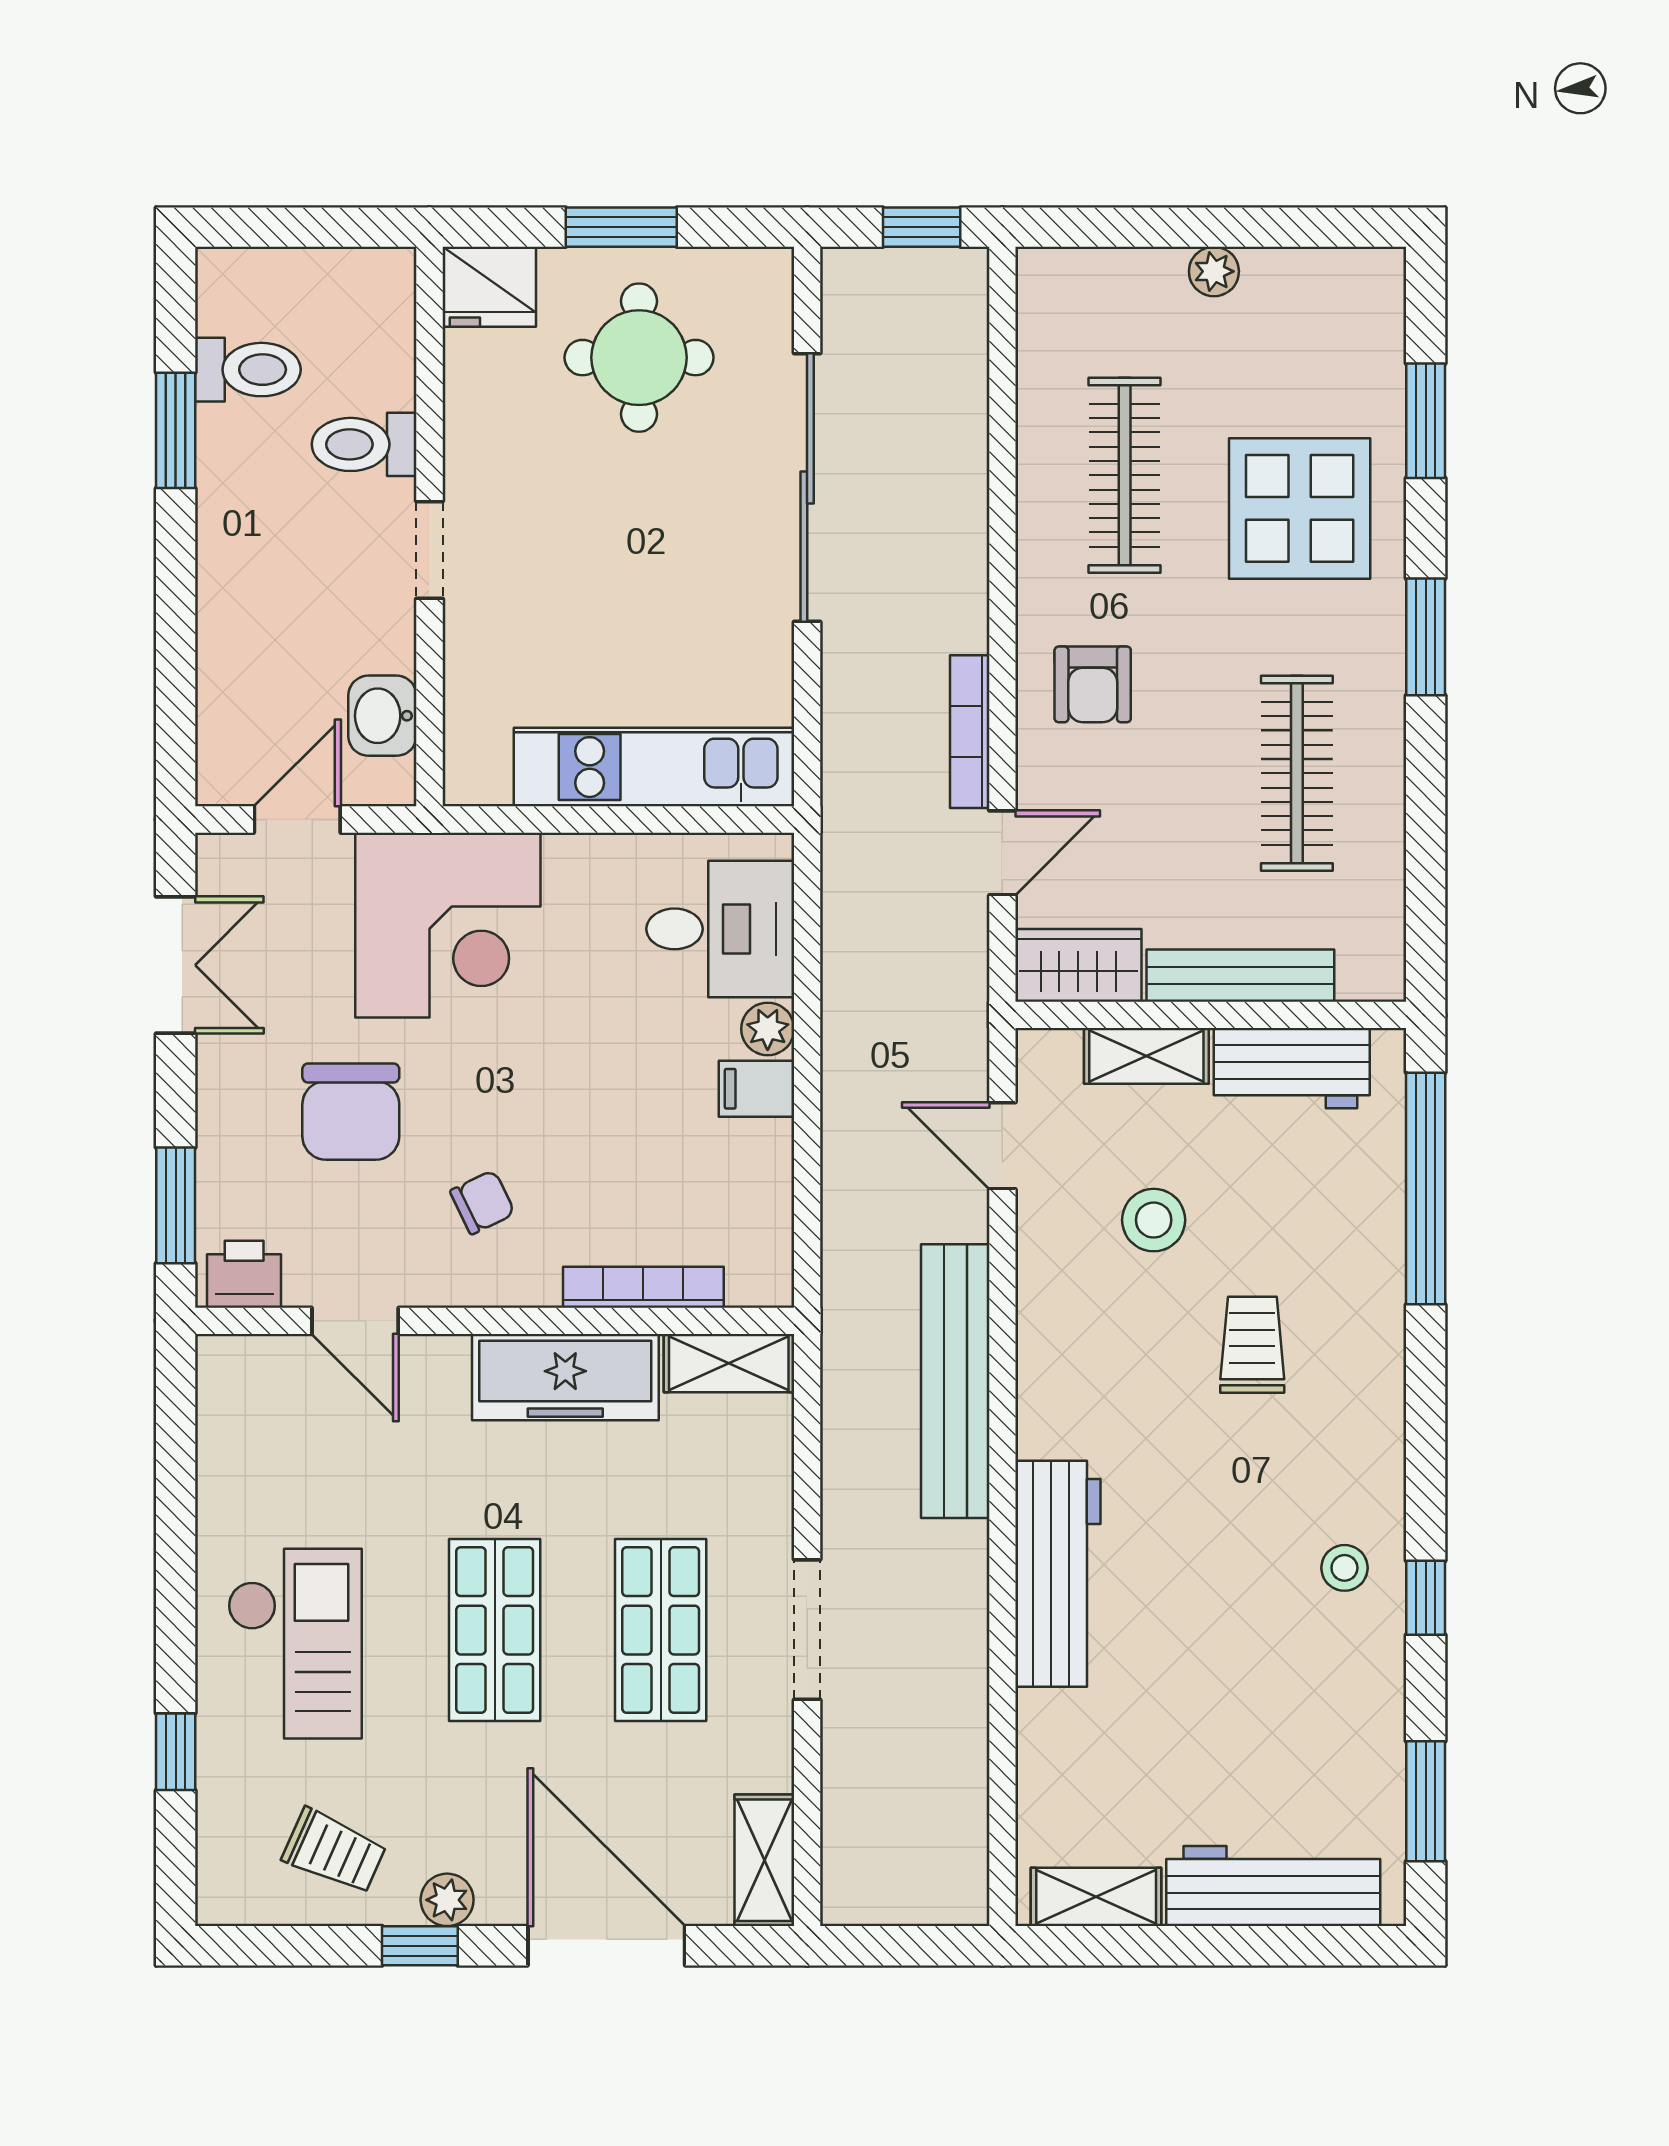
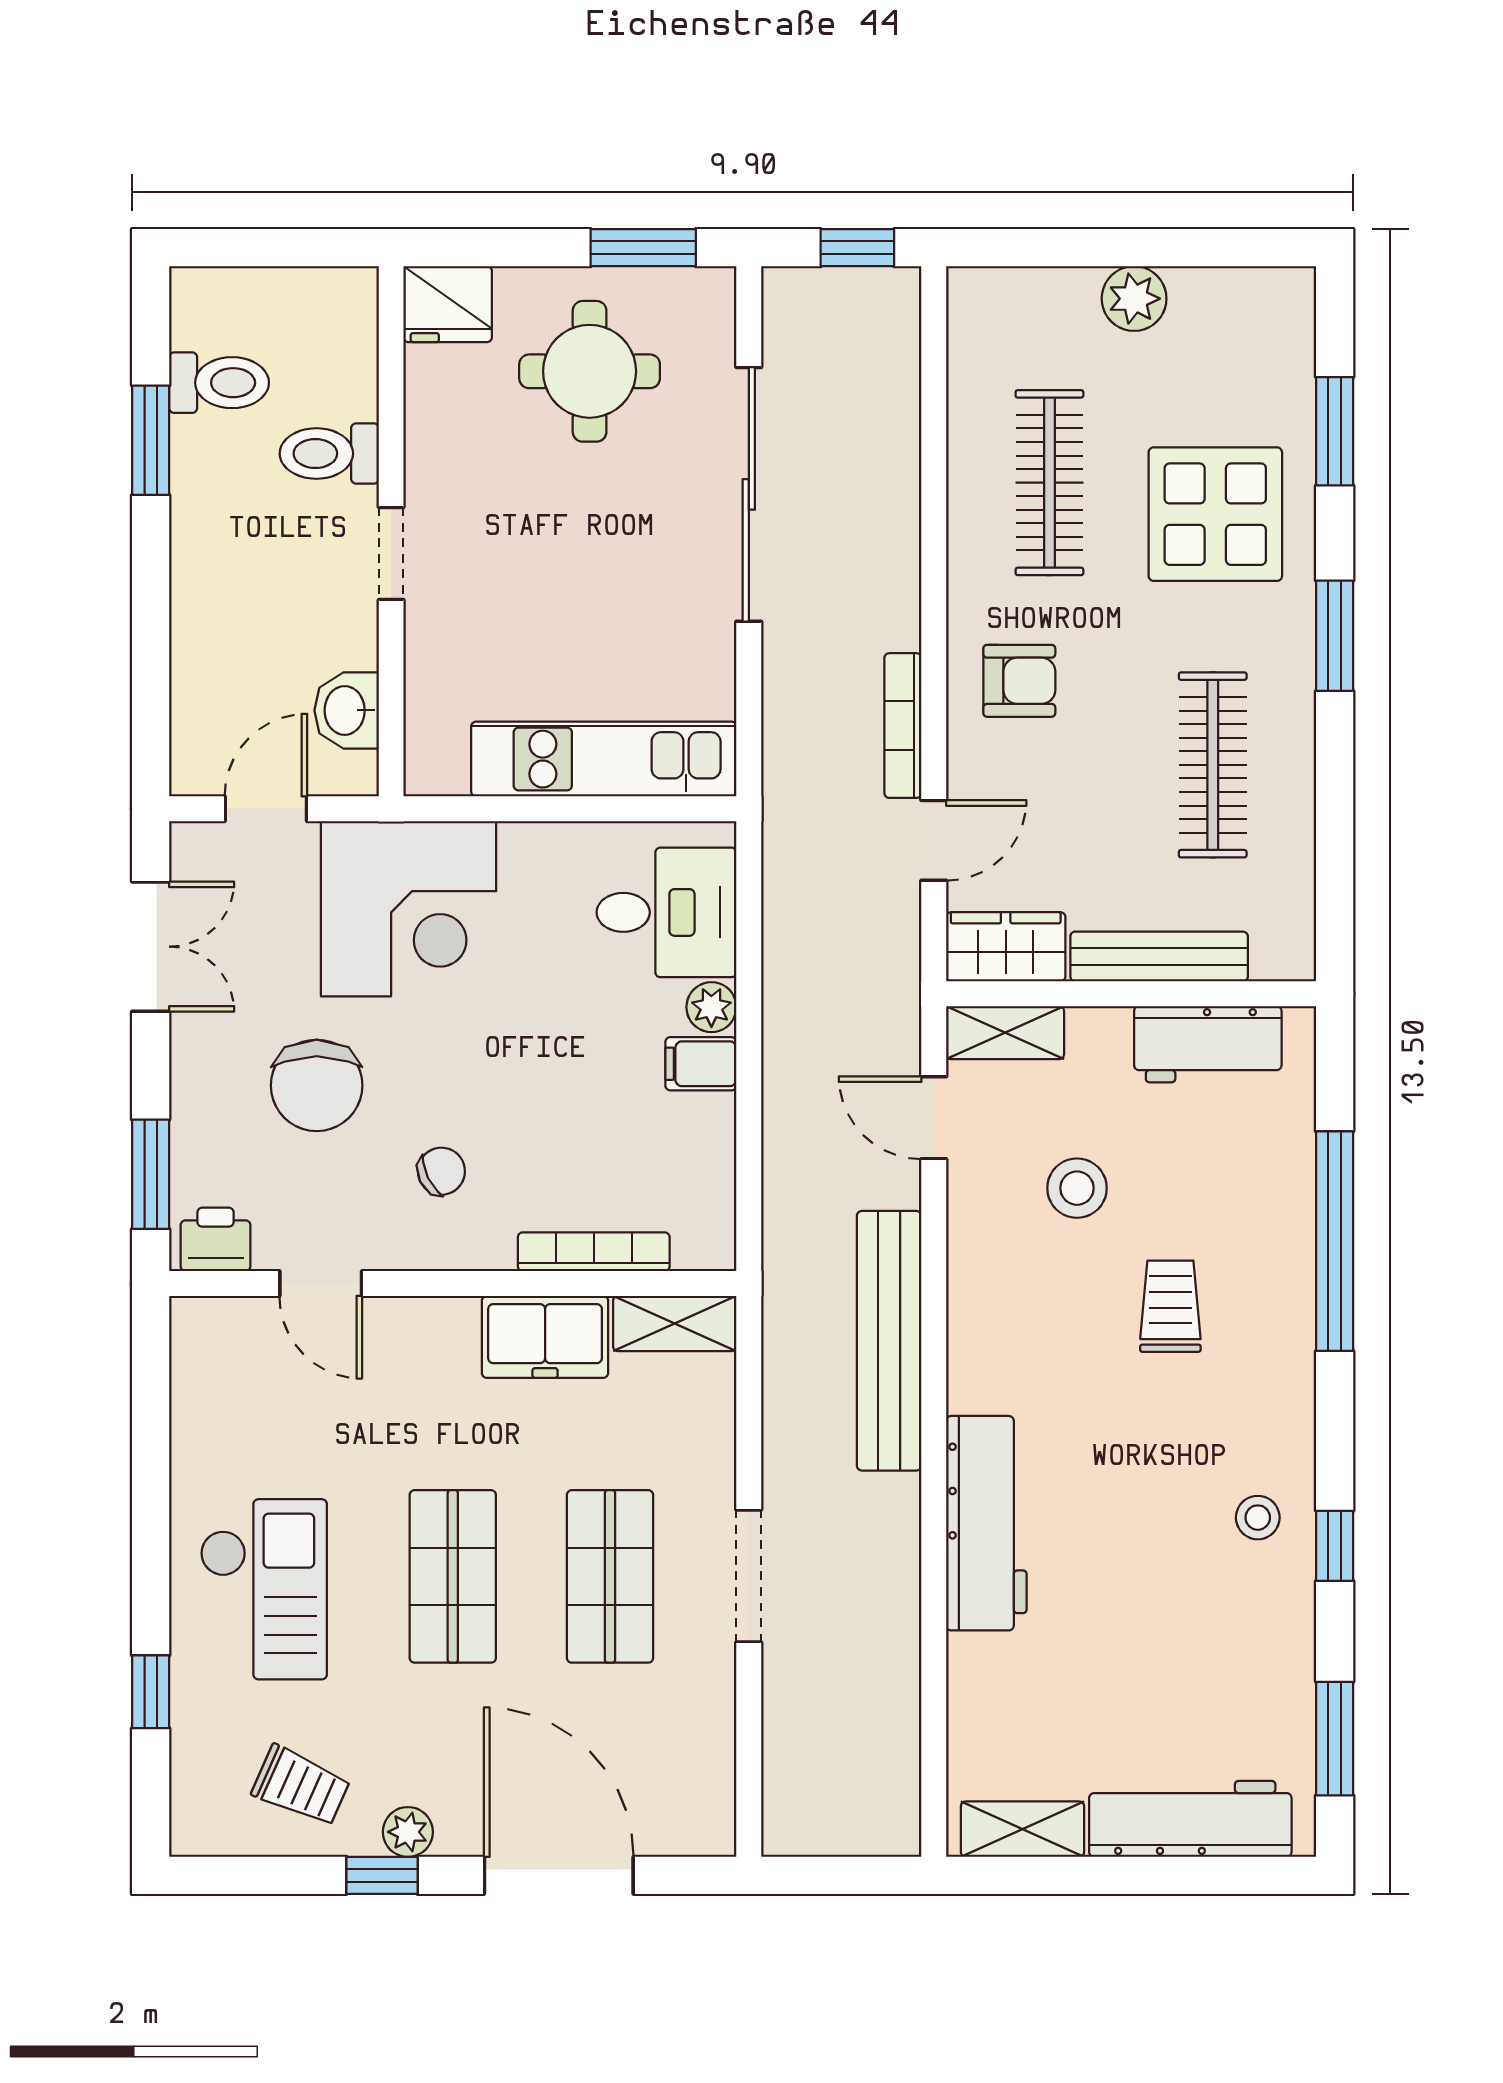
window: (621, 227) -> (643, 248), moved
plant: (1214, 271) -> (1134, 299), width x1.38, depth x1.38
armchair: (1093, 684) -> (1019, 681), turned -90
shelving: (1146, 1056) -> (1005, 1033), moved
window: (1426, 1189) -> (1335, 1241), moved
freezer: (565, 1377) -> (545, 1337), width x0.71
shelving: (764, 1860) -> (708, 1794), removed

